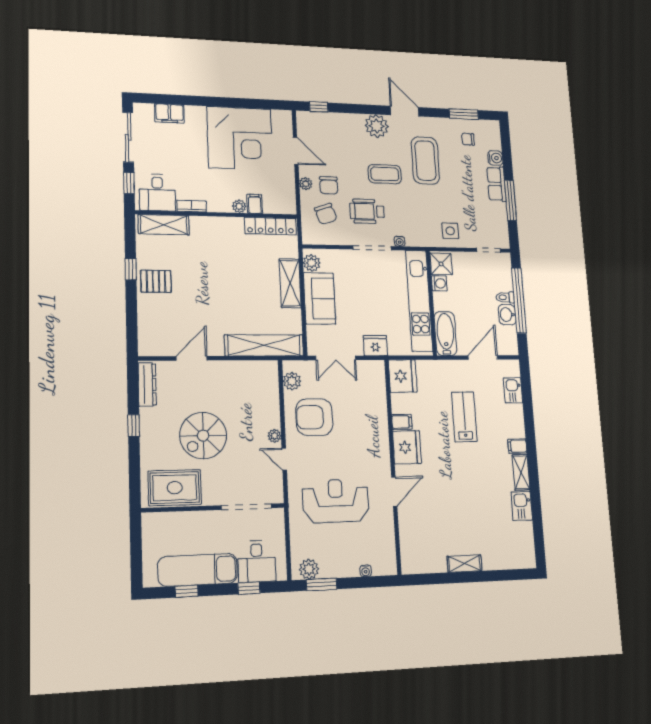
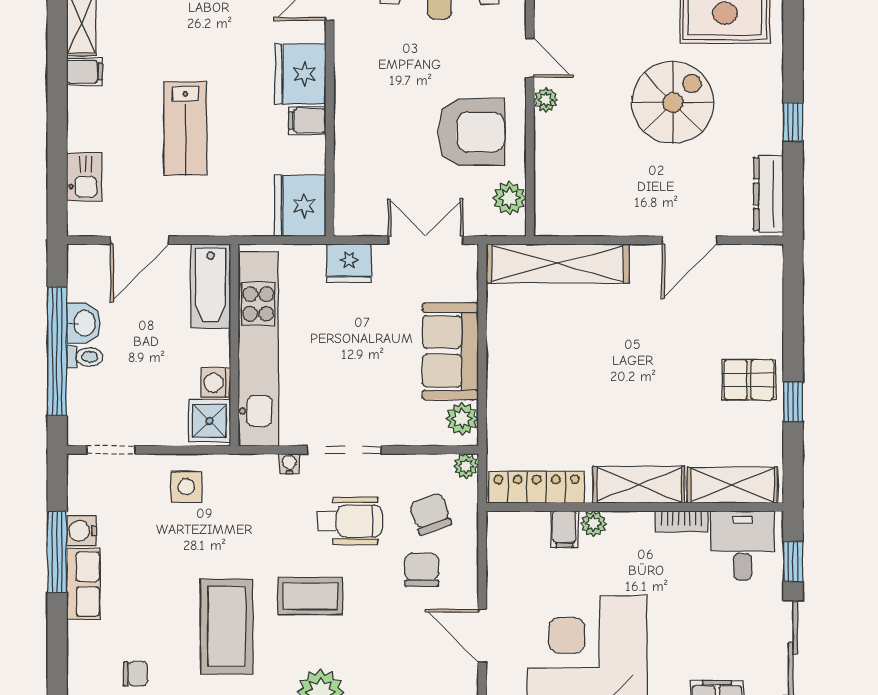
water cooler: (495, 158) -> (82, 531), moved
plant: (306, 184) -> (466, 466), moved
shelving: (290, 283) -> (639, 485), moved, turned 90

